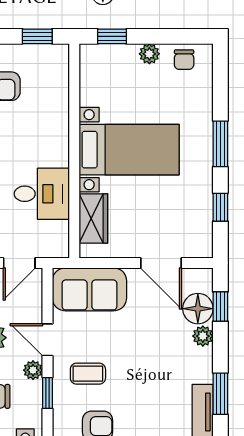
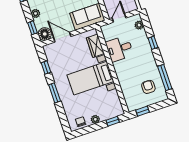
floor lamp: (198, 309) -> (45, 34), moved

